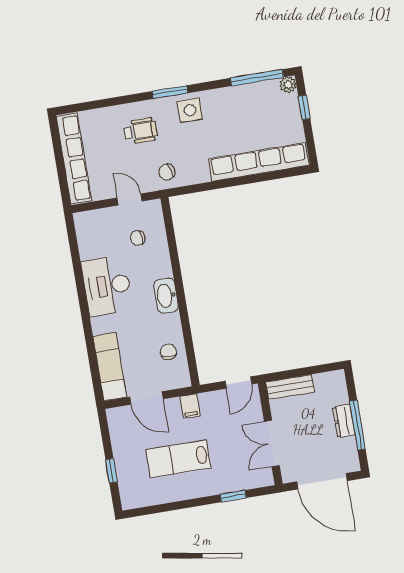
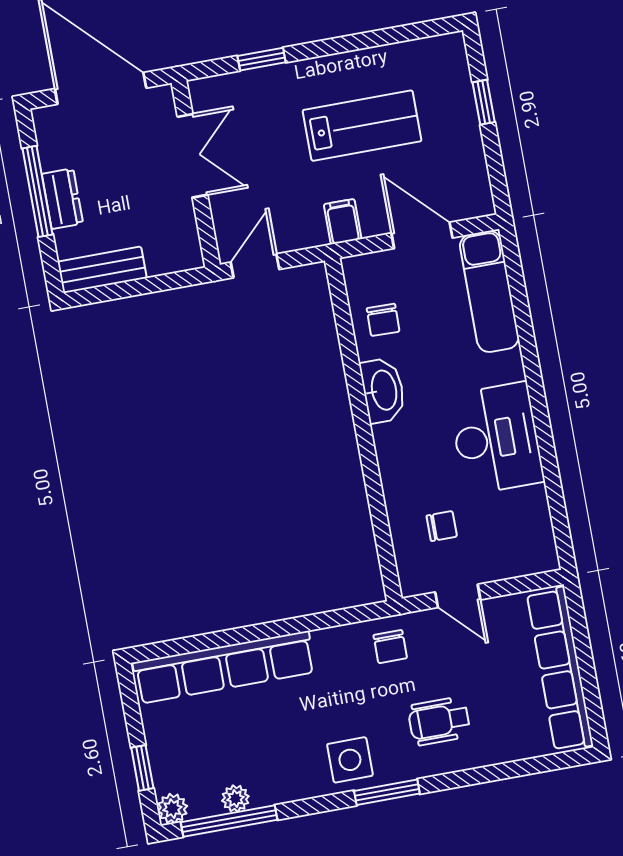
plant: (253, 90) -> (235, 799), added
chair: (167, 172) -> (390, 647), turned 105
washbasin: (166, 296) -> (383, 390), moved
bench: (290, 387) -> (102, 270), moved

